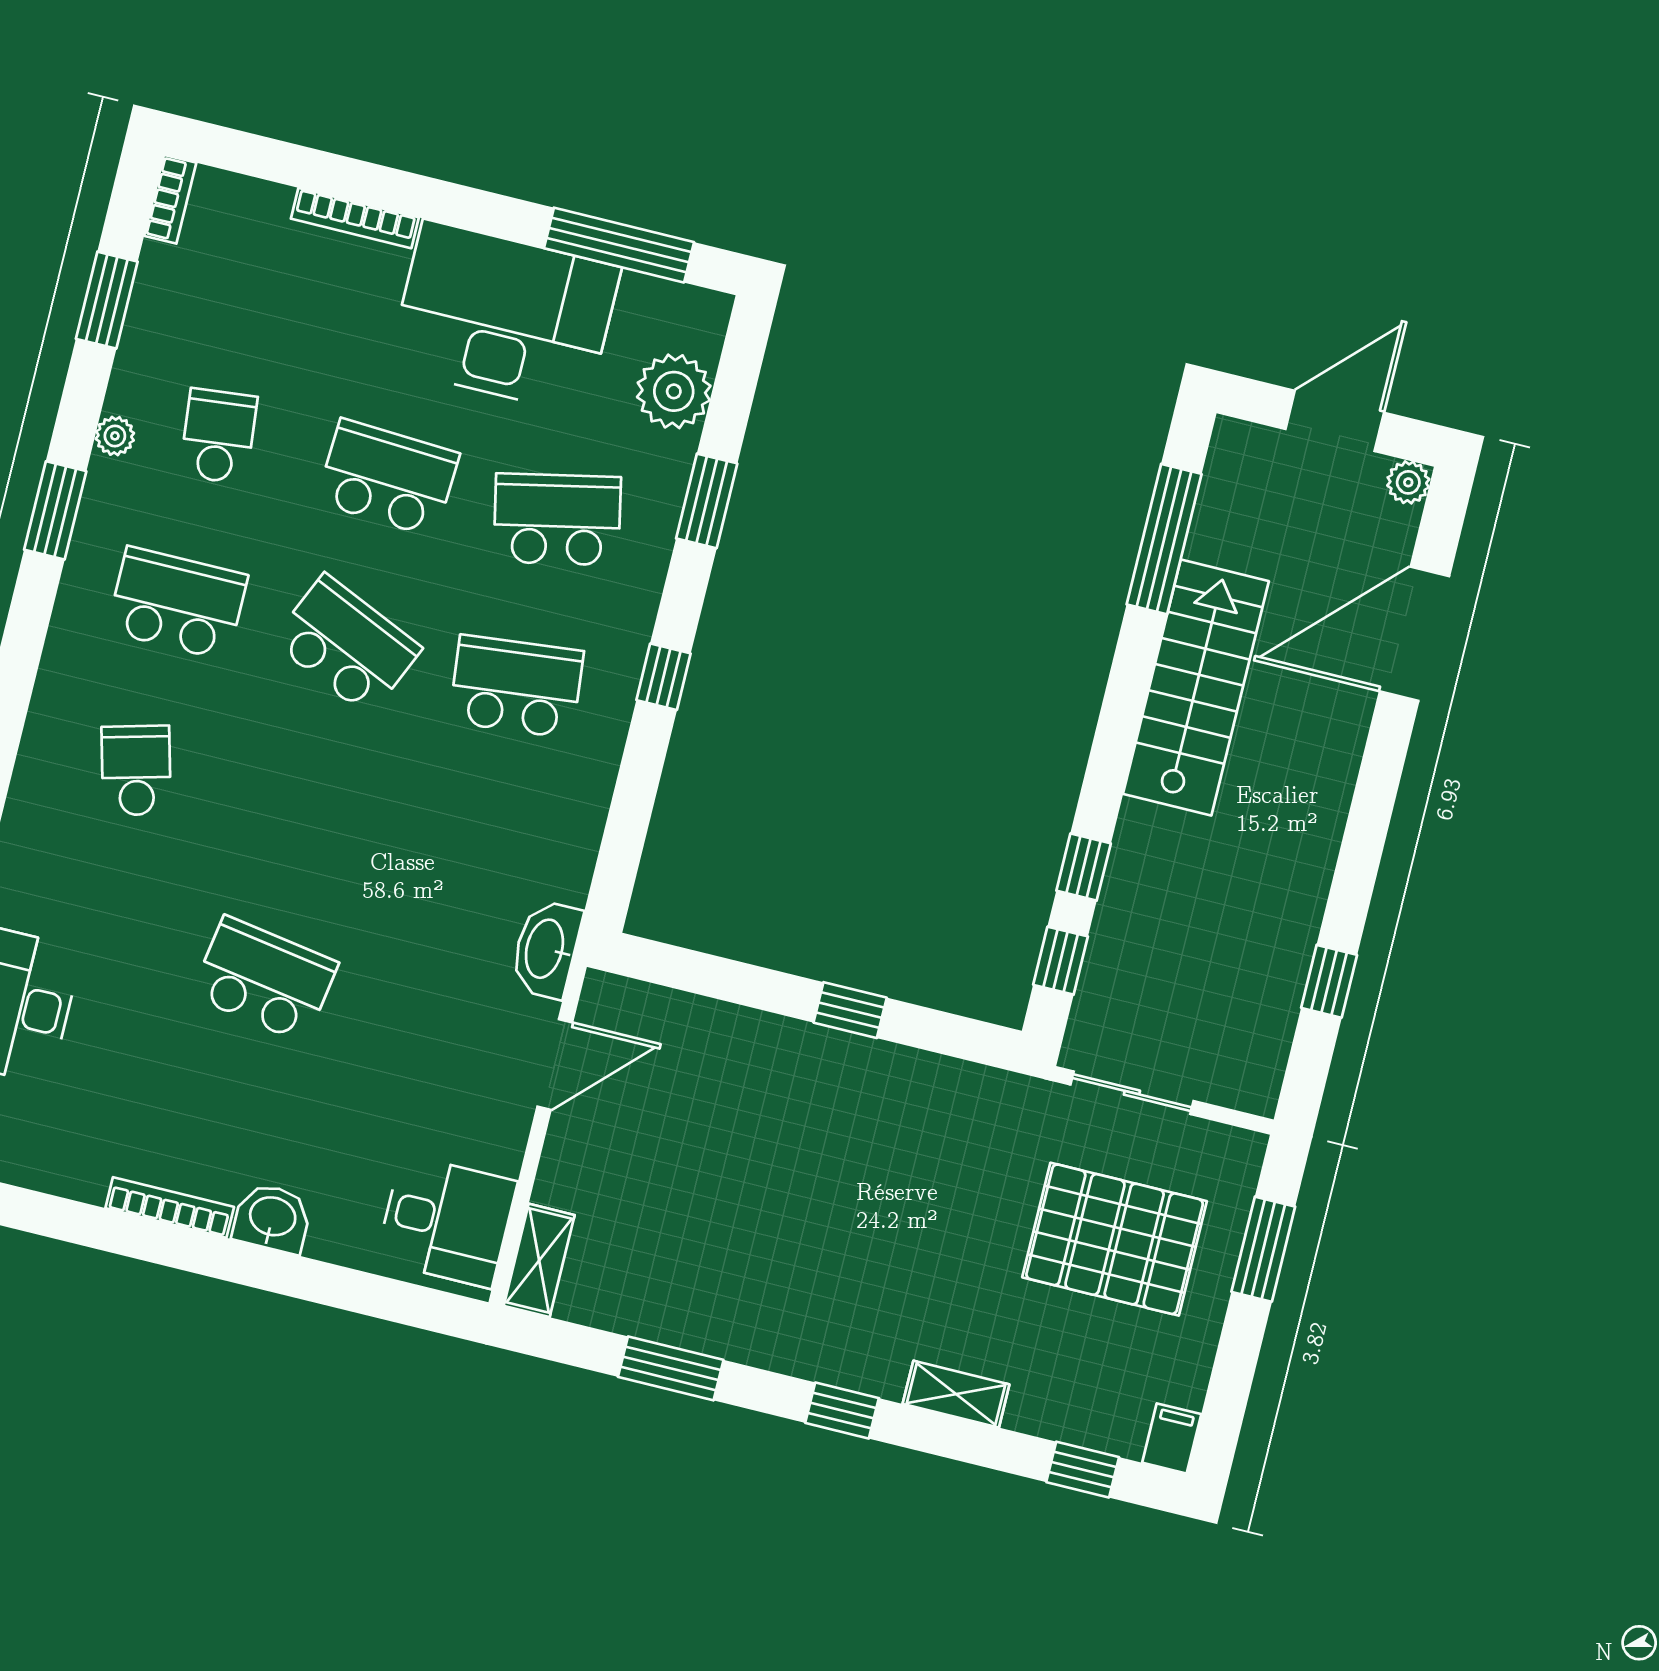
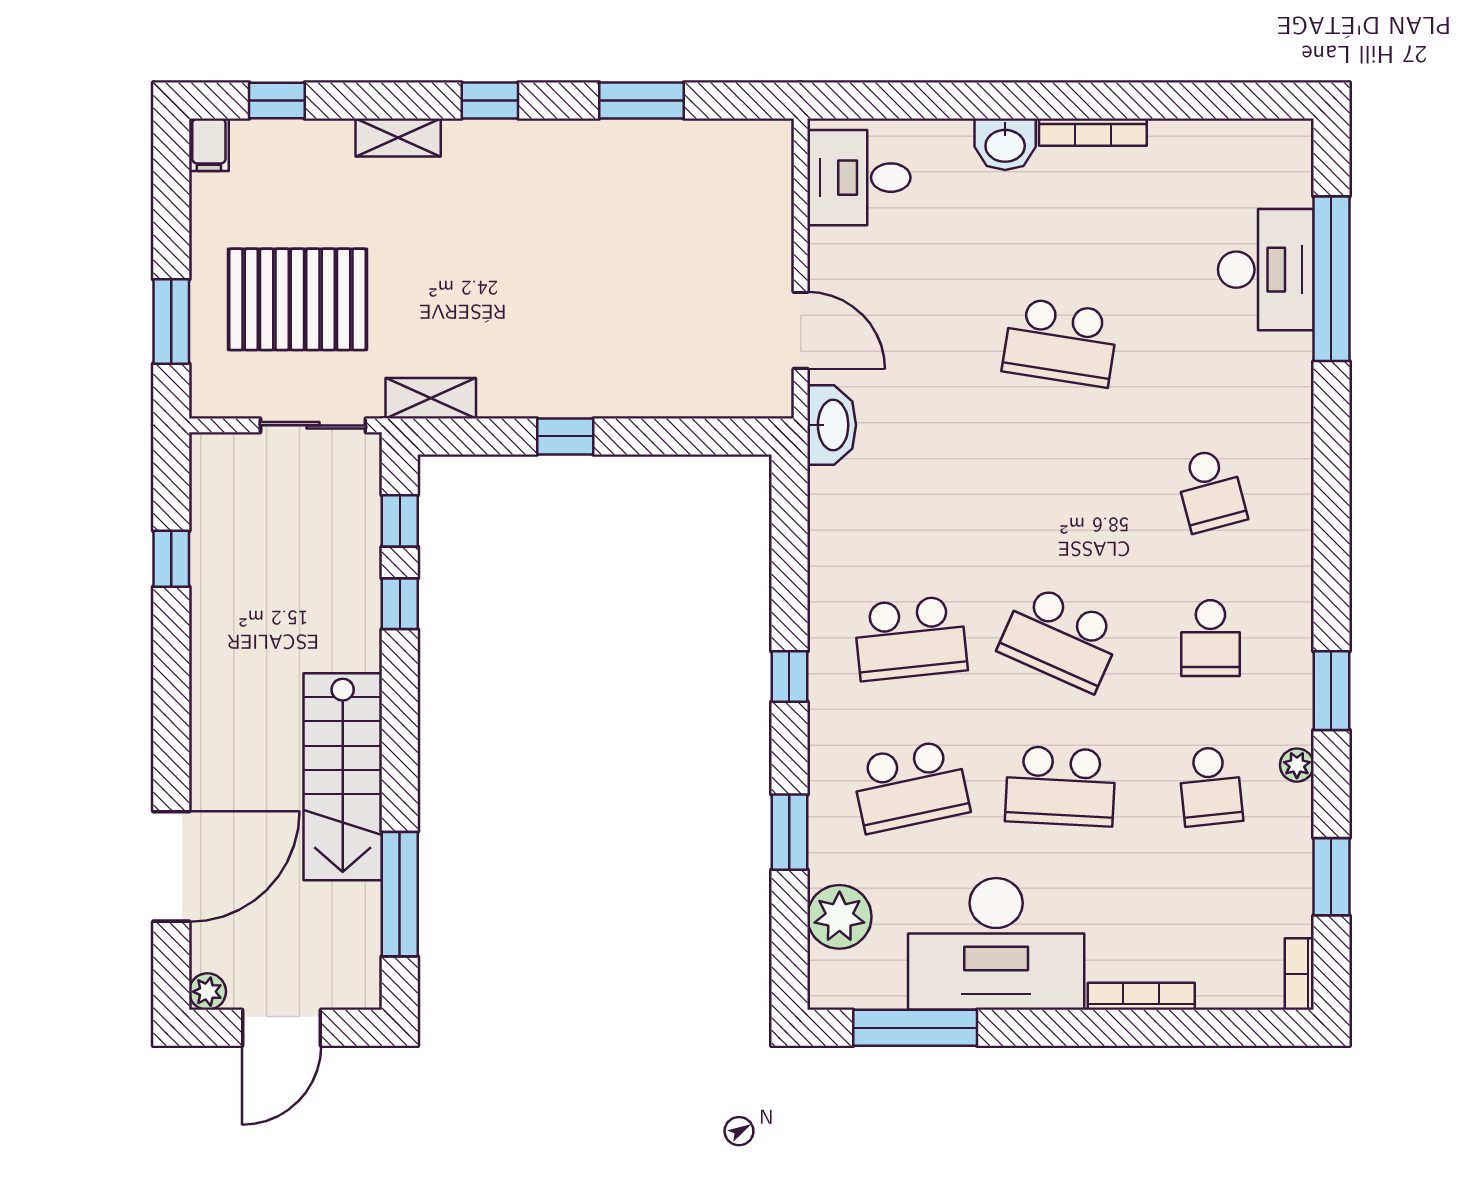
school desk: (177, 603) -> (1210, 638), width x0.54
door: (555, 1065) -> (801, 330), swing flipped
shelving: (539, 1260) -> (431, 398), moved, turned 90

